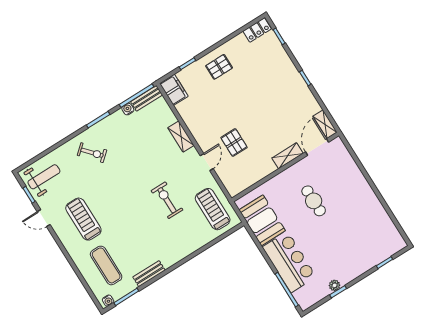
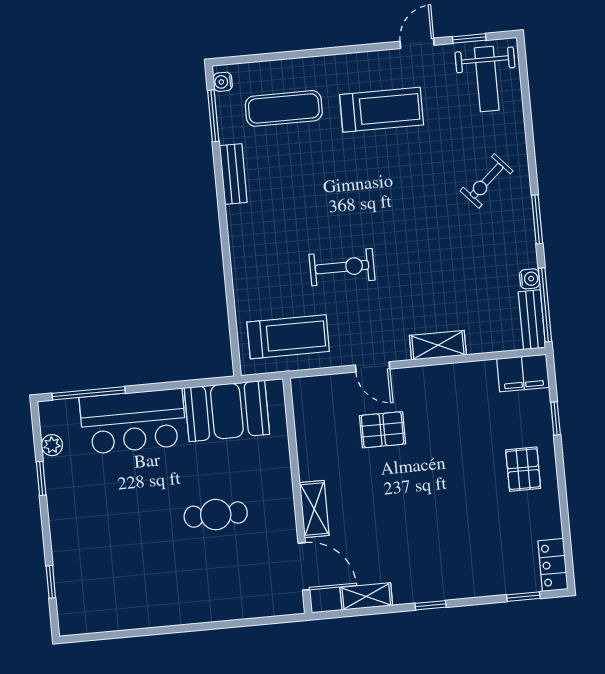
shelving: (325, 124) -> (366, 596), moved
plant: (334, 285) -> (52, 445), moved

